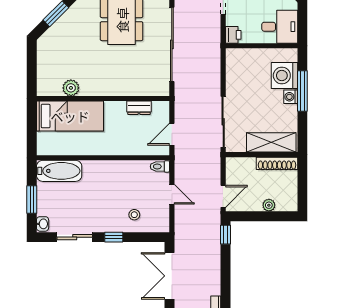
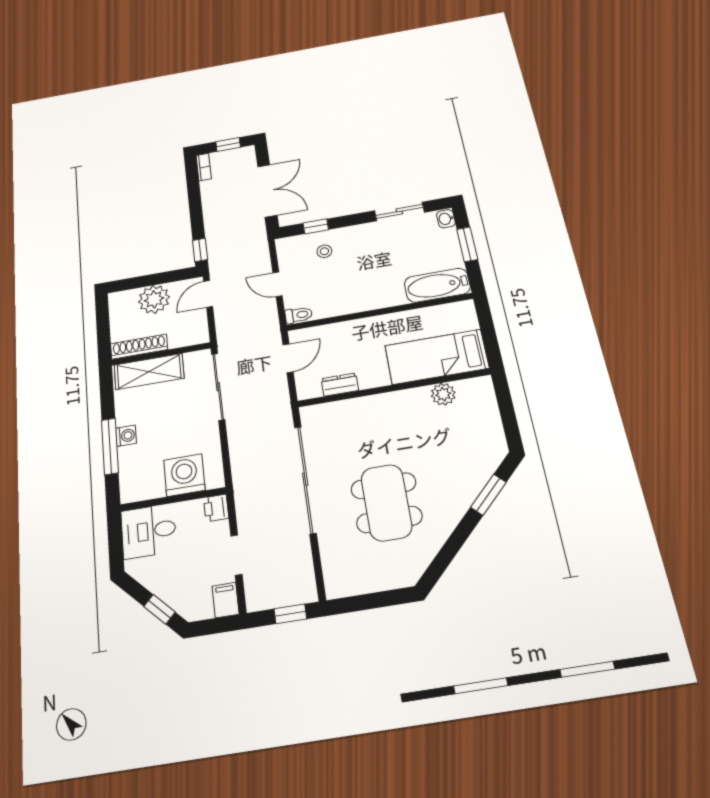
washing machine: (284, 75) -> (184, 475), moved, turned -90
plant: (269, 205) -> (154, 299), width x1.88, depth x1.88
window: (114, 237) -> (316, 226), moved

